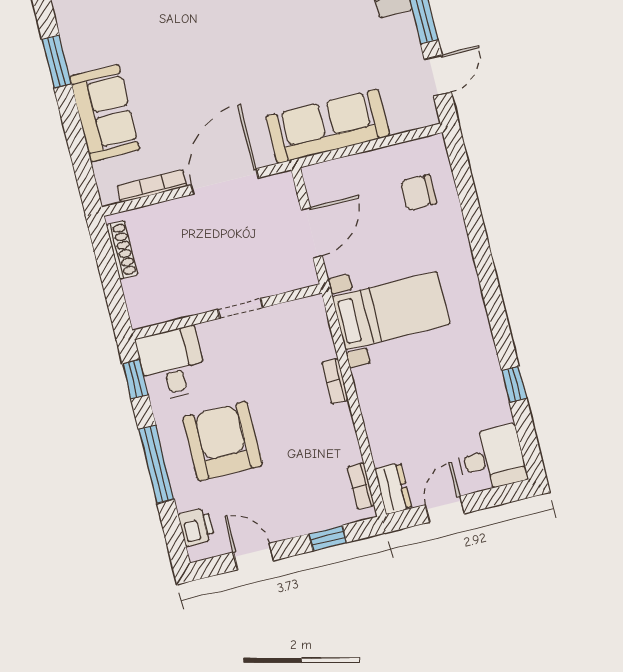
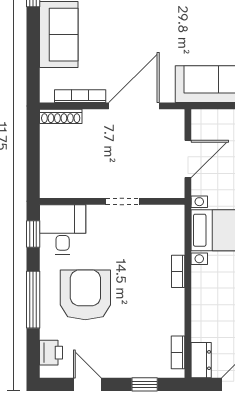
shoe rack: (122, 250) -> (61, 116), moved, turned 90

